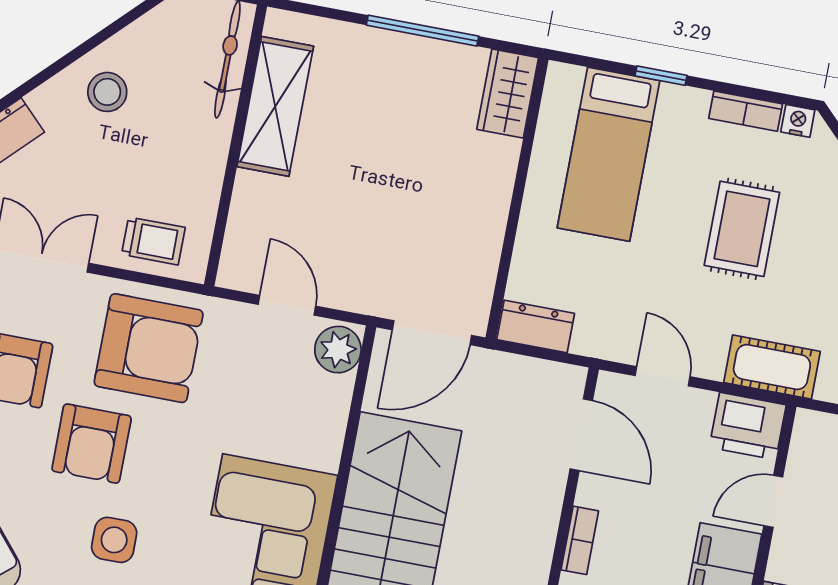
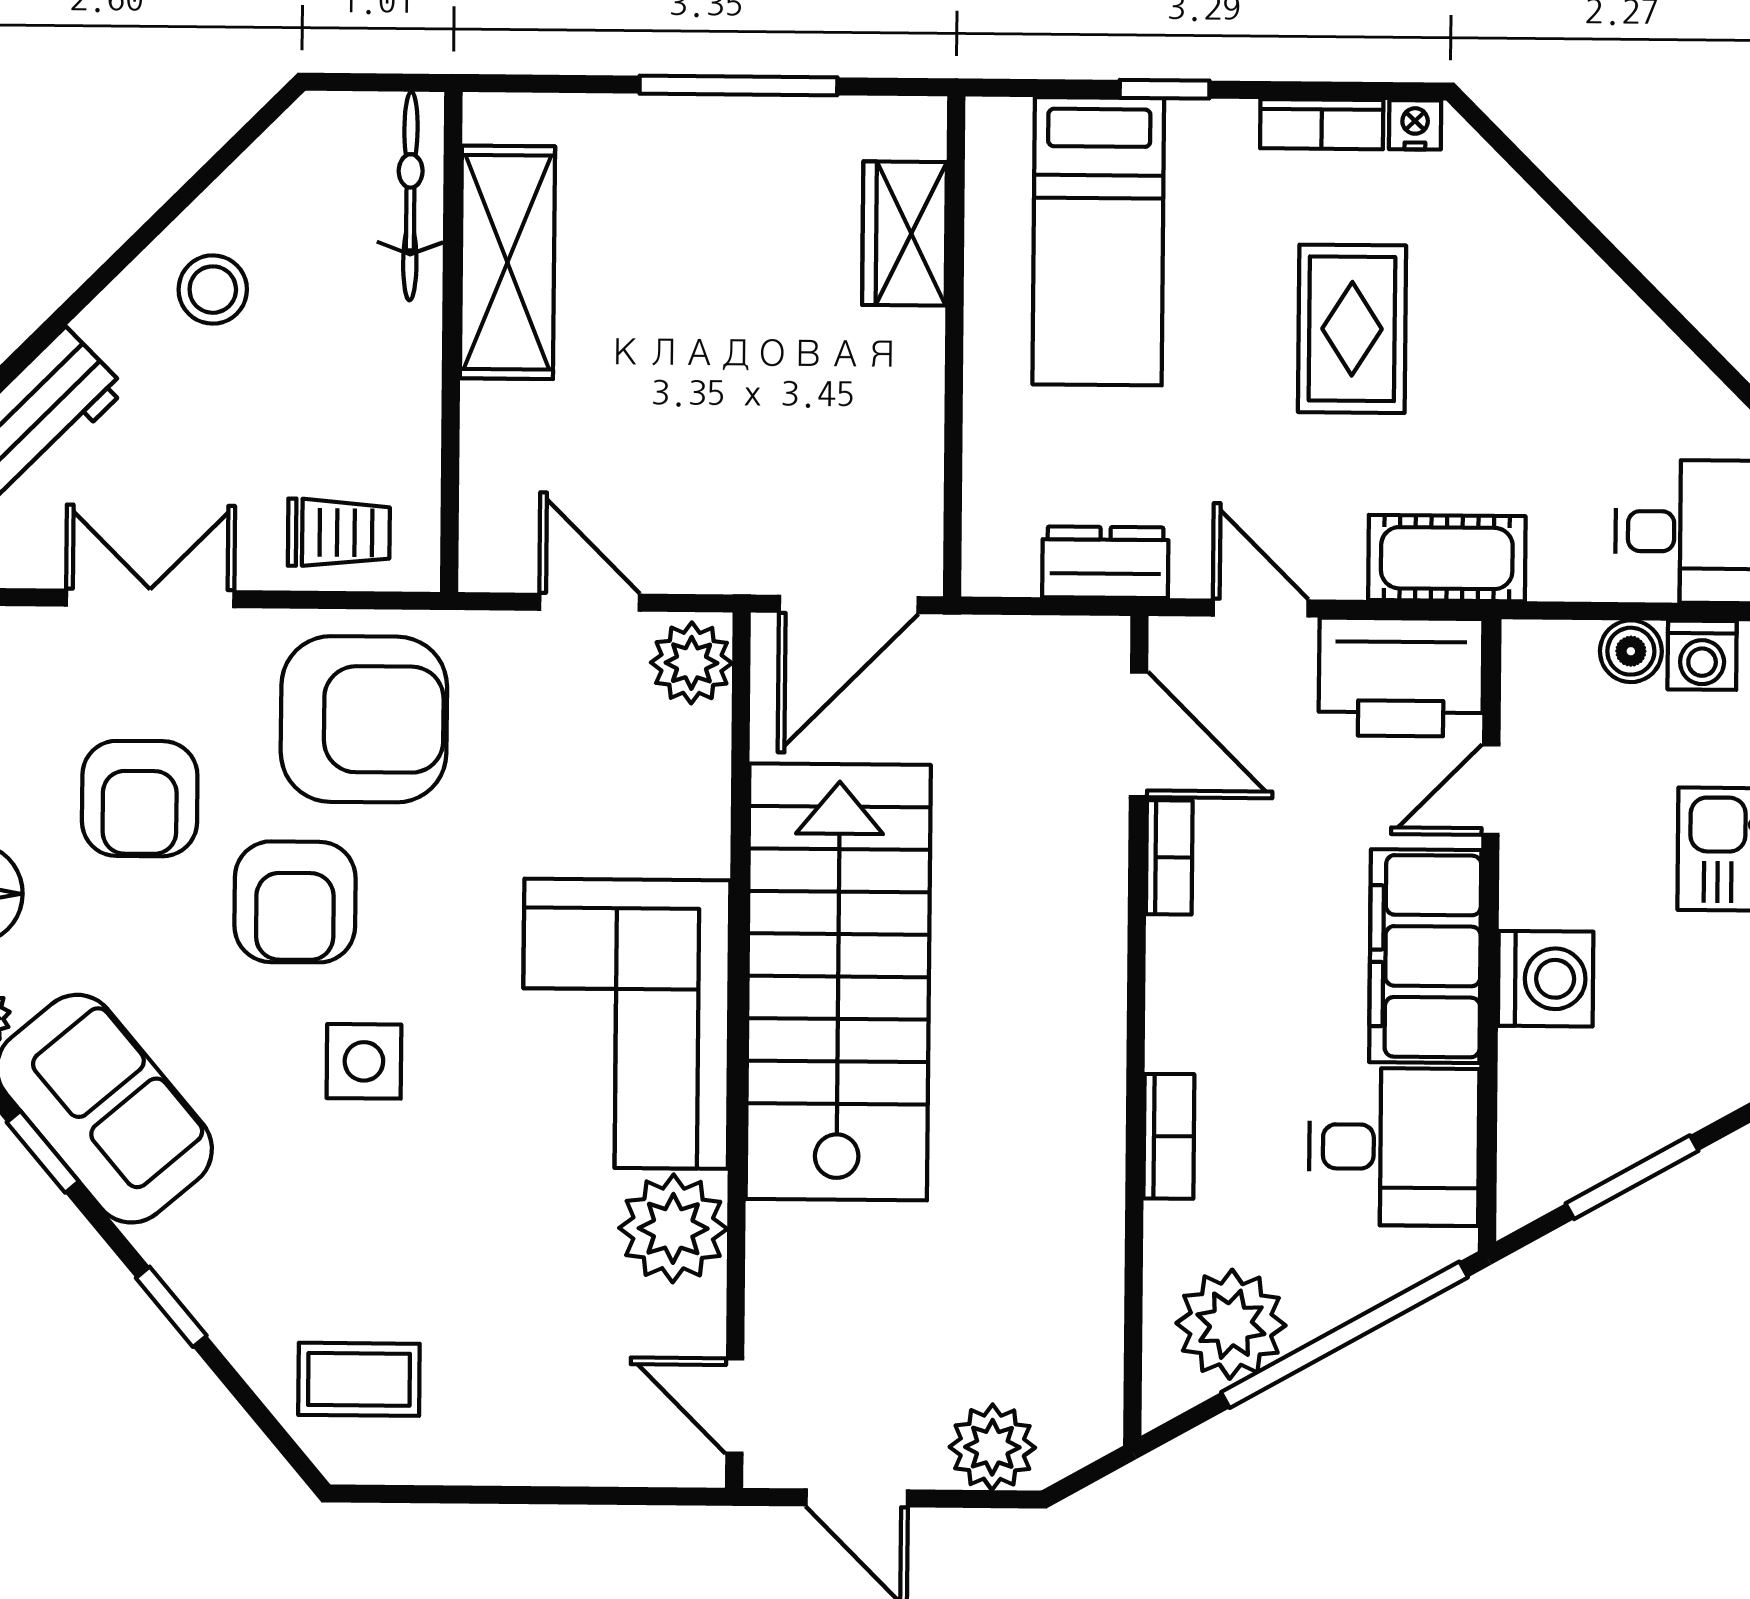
wardrobe: (508, 94) -> (905, 234), moved
dresser: (536, 327) -> (1105, 562), moved
printer: (748, 426) -> (1401, 677), width x1.37, depth x1.19
bookcase: (580, 540) -> (1169, 857), moved

